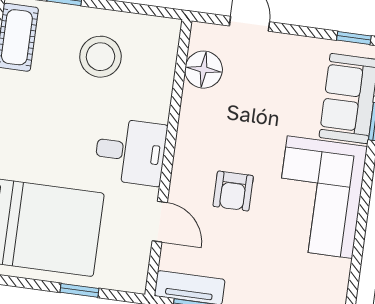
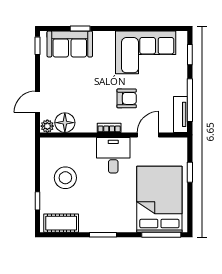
plant: (201, 36) -> (47, 126), added
bookcase: (183, 151) -> (109, 128), added
corner sofa: (320, 197) -> (146, 52), moved

